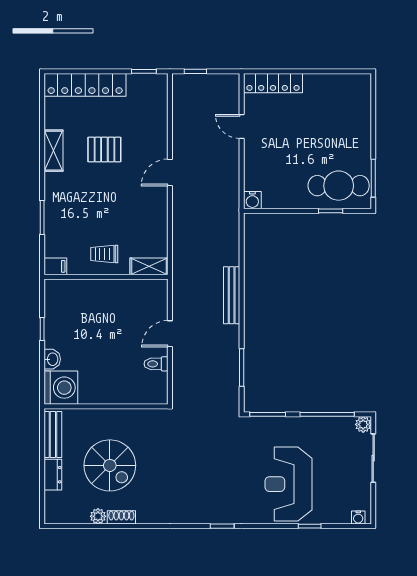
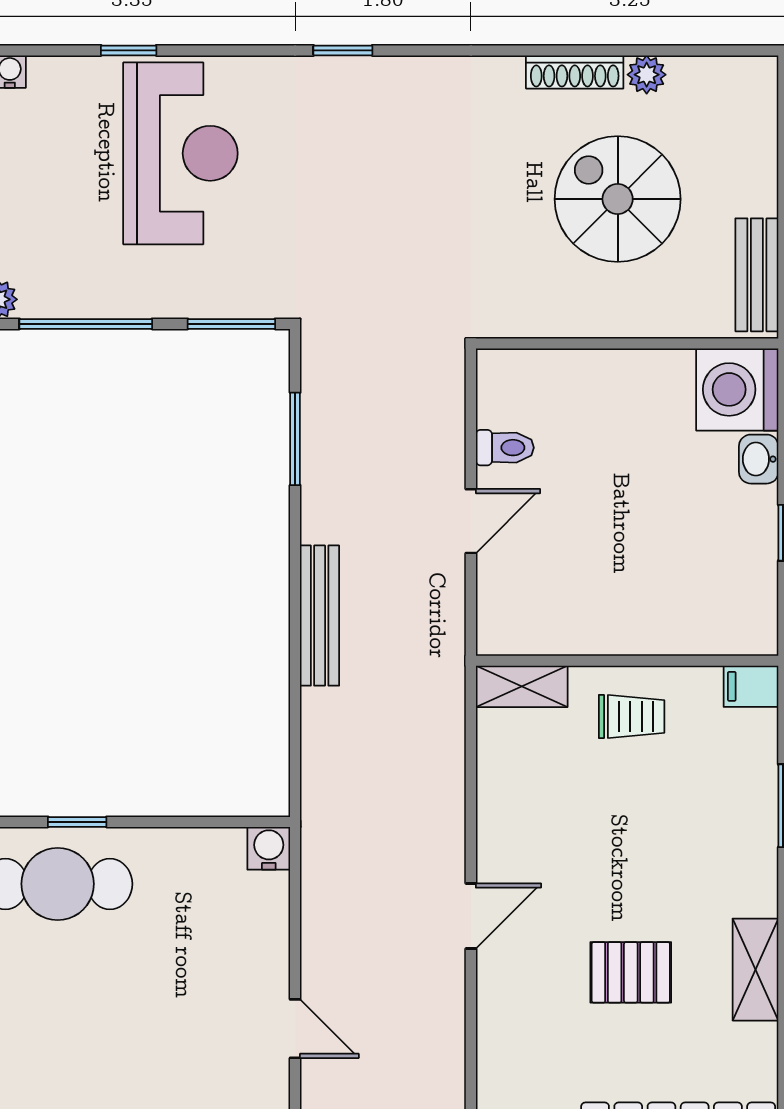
dresser: (53, 475) -> (757, 176), removed
shoe rack: (121, 517) -> (575, 72), width x1.43

